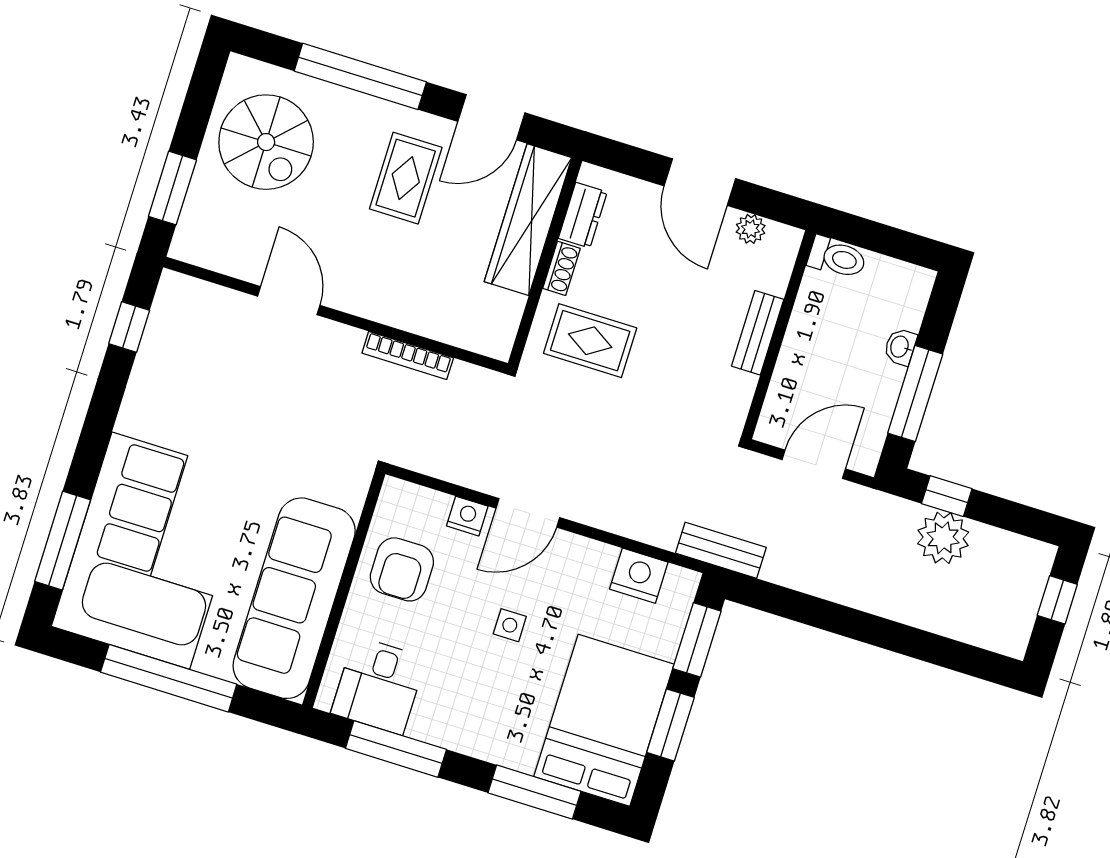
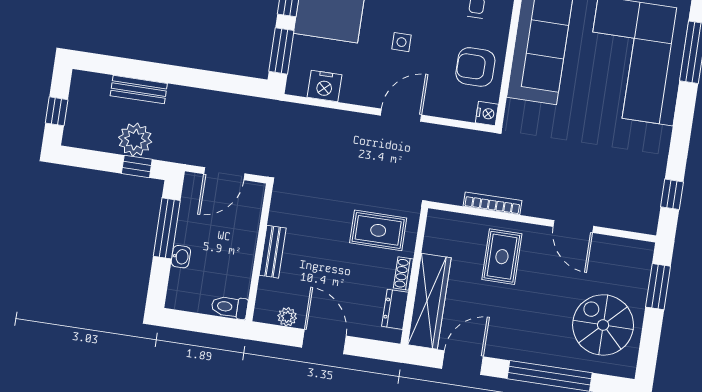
rug: (406, 178) -> (502, 257), moved
nightstand: (467, 516) -> (487, 114), moved, turned -90
bench: (721, 550) -> (139, 90), moved
armchair: (402, 569) -> (475, 67), turned -90

